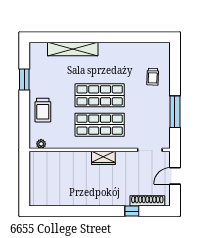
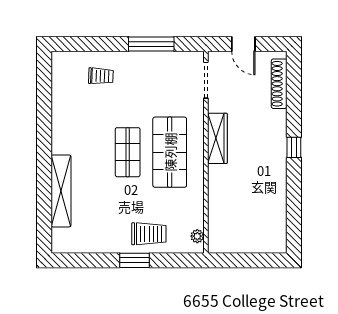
window: (24, 79) -> (134, 260), moved
shop shelf: (100, 95) -> (128, 152), width x0.70, depth x0.74
wardrobe: (103, 158) -> (217, 138), width x1.50
window: (132, 211) -> (294, 147), moved

